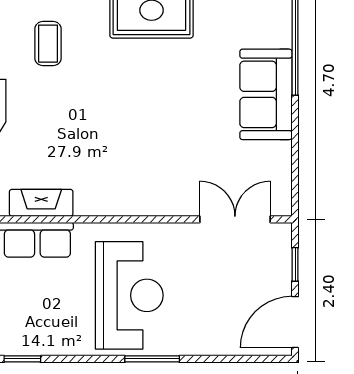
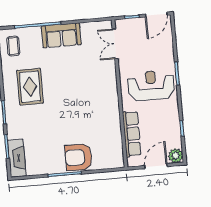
coffee table: (48, 44) -> (48, 129), removed
fireplace: (41, 203) -> (115, 126), removed
door: (295, 322) -> (156, 15), hinge flipped

